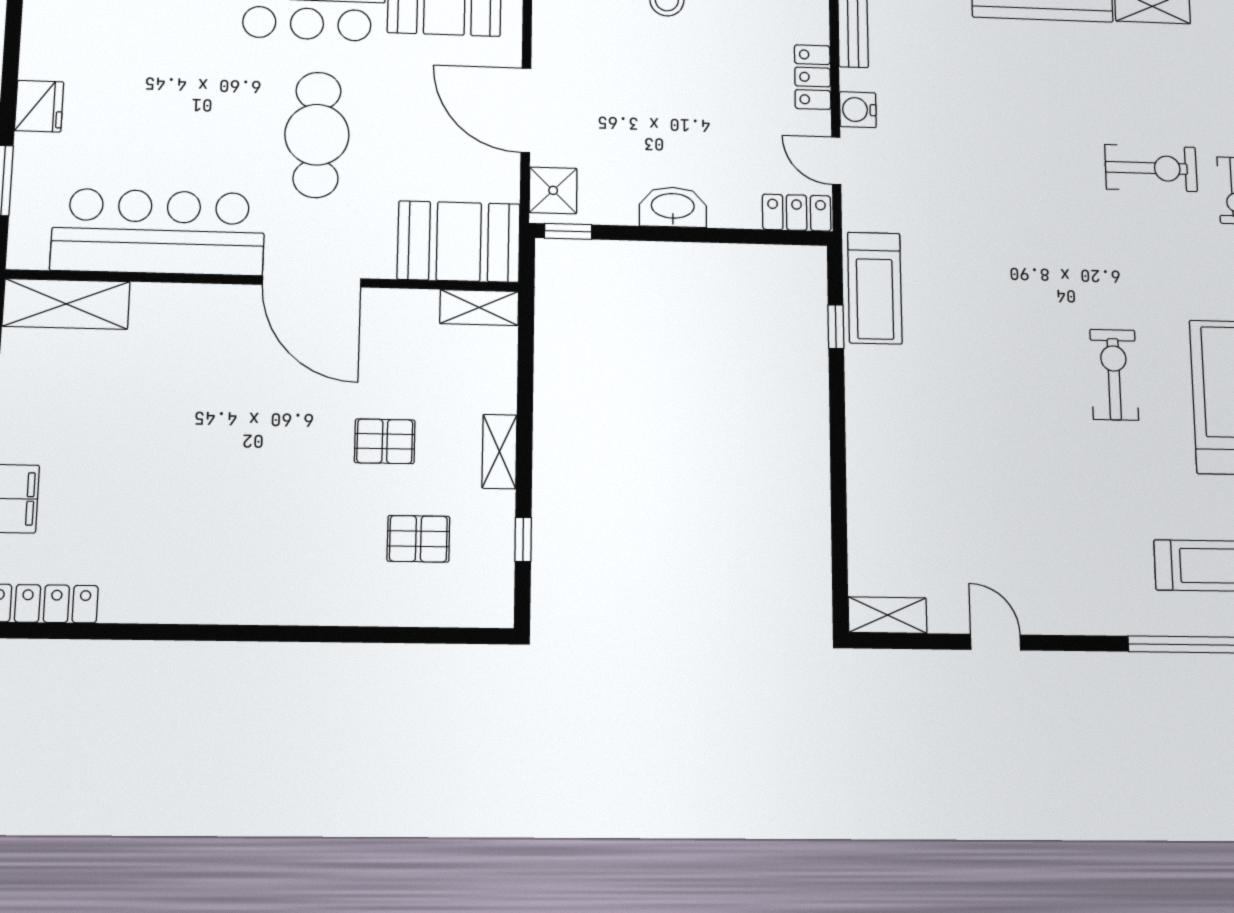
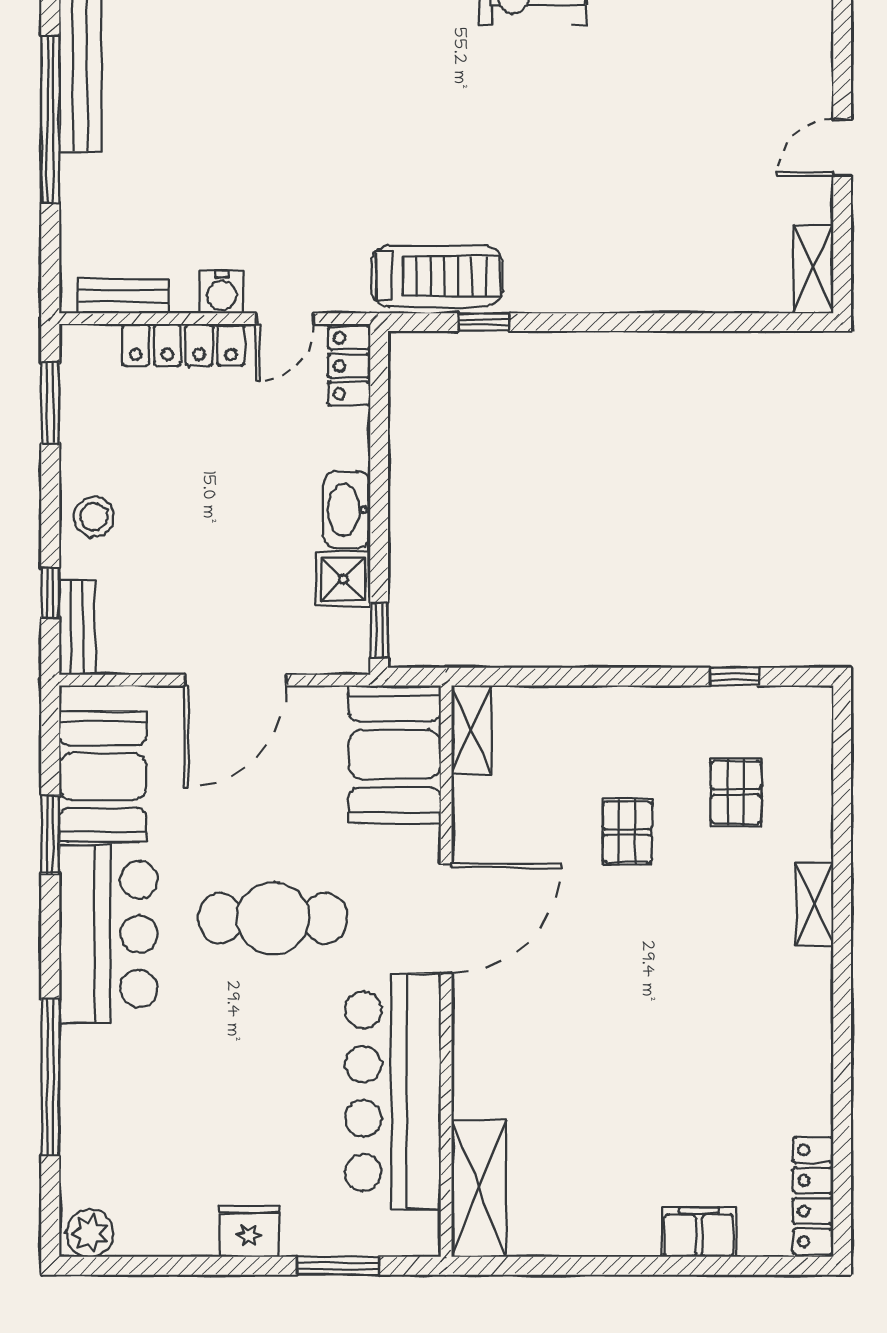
locker: (813, 77) -> (183, 345), width x1.53
shower: (553, 190) -> (343, 579), moved
shelving: (500, 452) -> (814, 904), moved, turned 90

